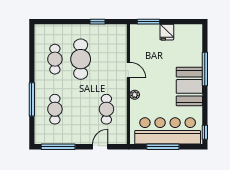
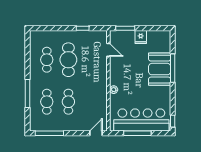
door: (128, 70) -> (108, 50), moved
booth: (189, 86) -> (160, 69), moved
cafe table: (106, 109) -> (68, 102), moved
door: (100, 147) -> (96, 133), moved

